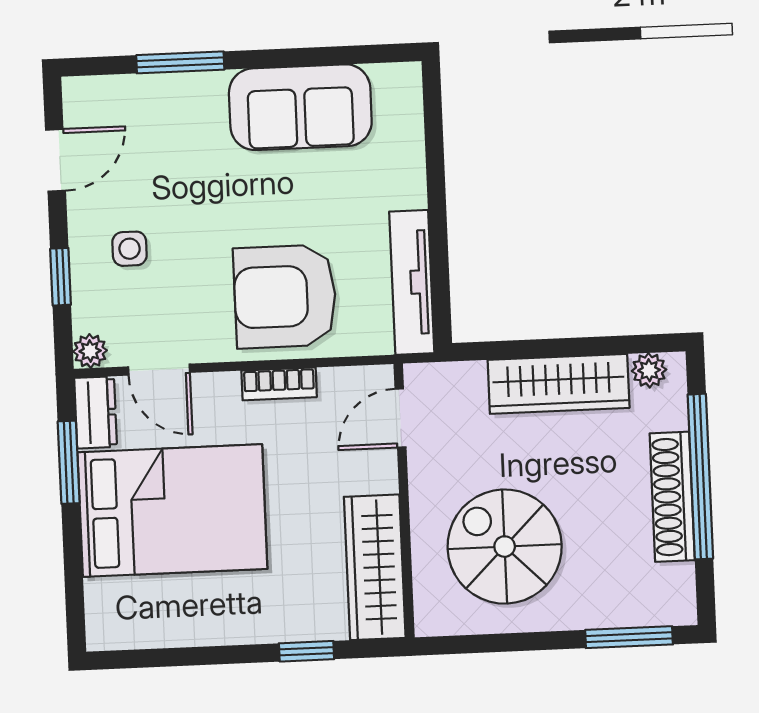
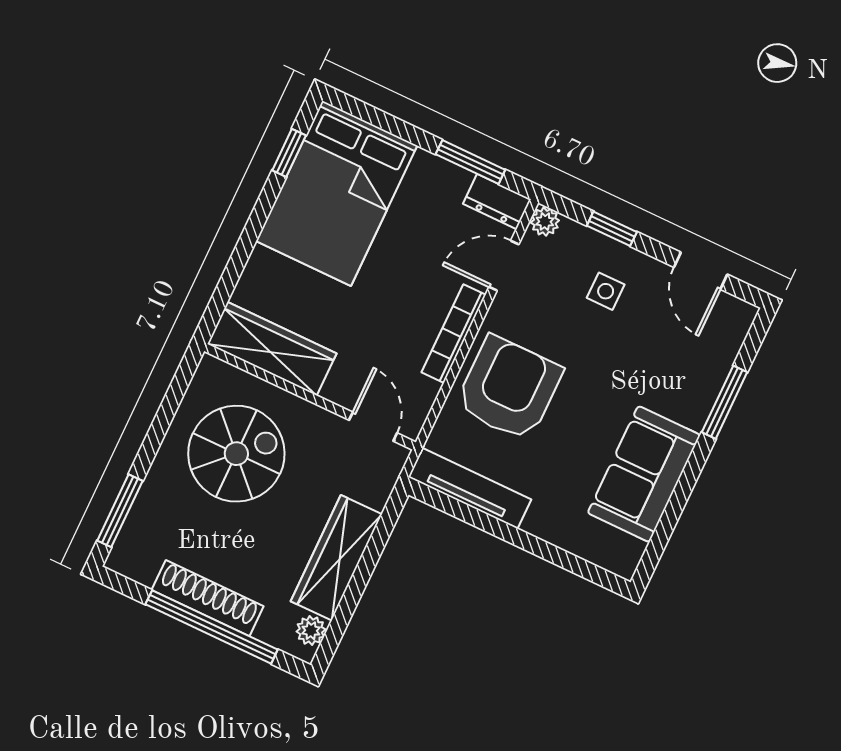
bookcase: (279, 384) -> (454, 334), width x1.56
bed: (172, 511) -> (337, 193), moved
window: (306, 651) -> (289, 153), moved

